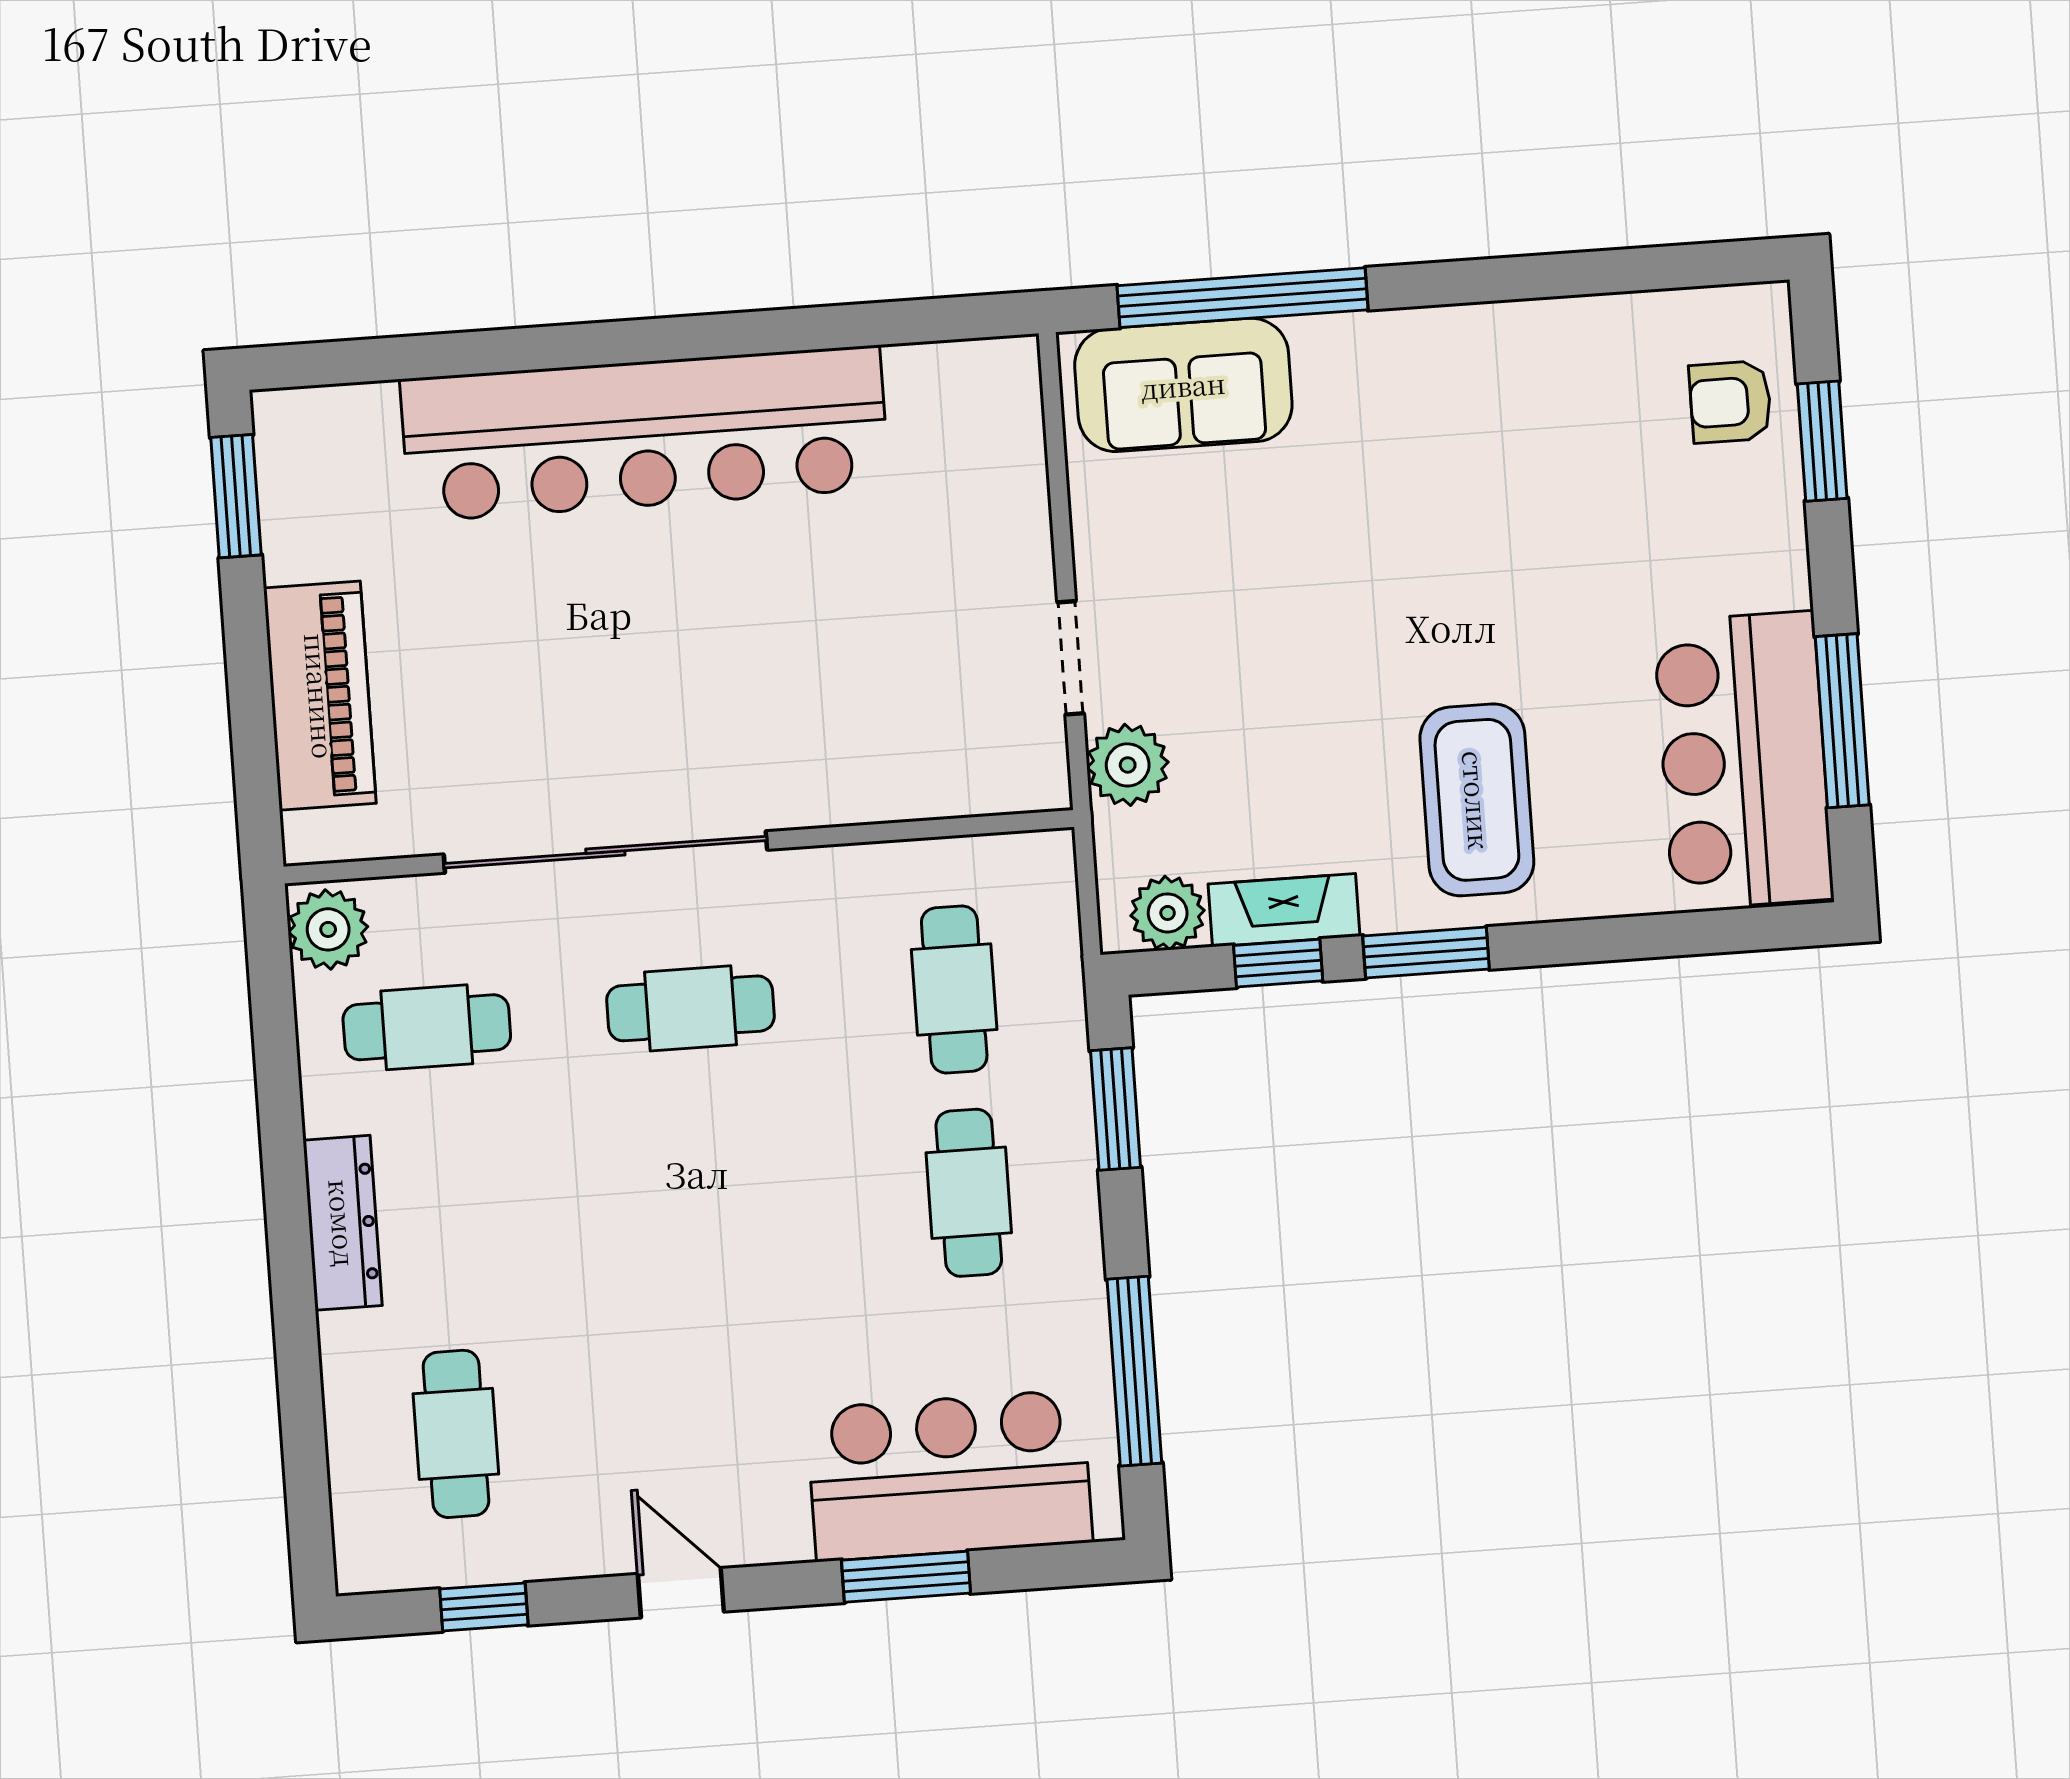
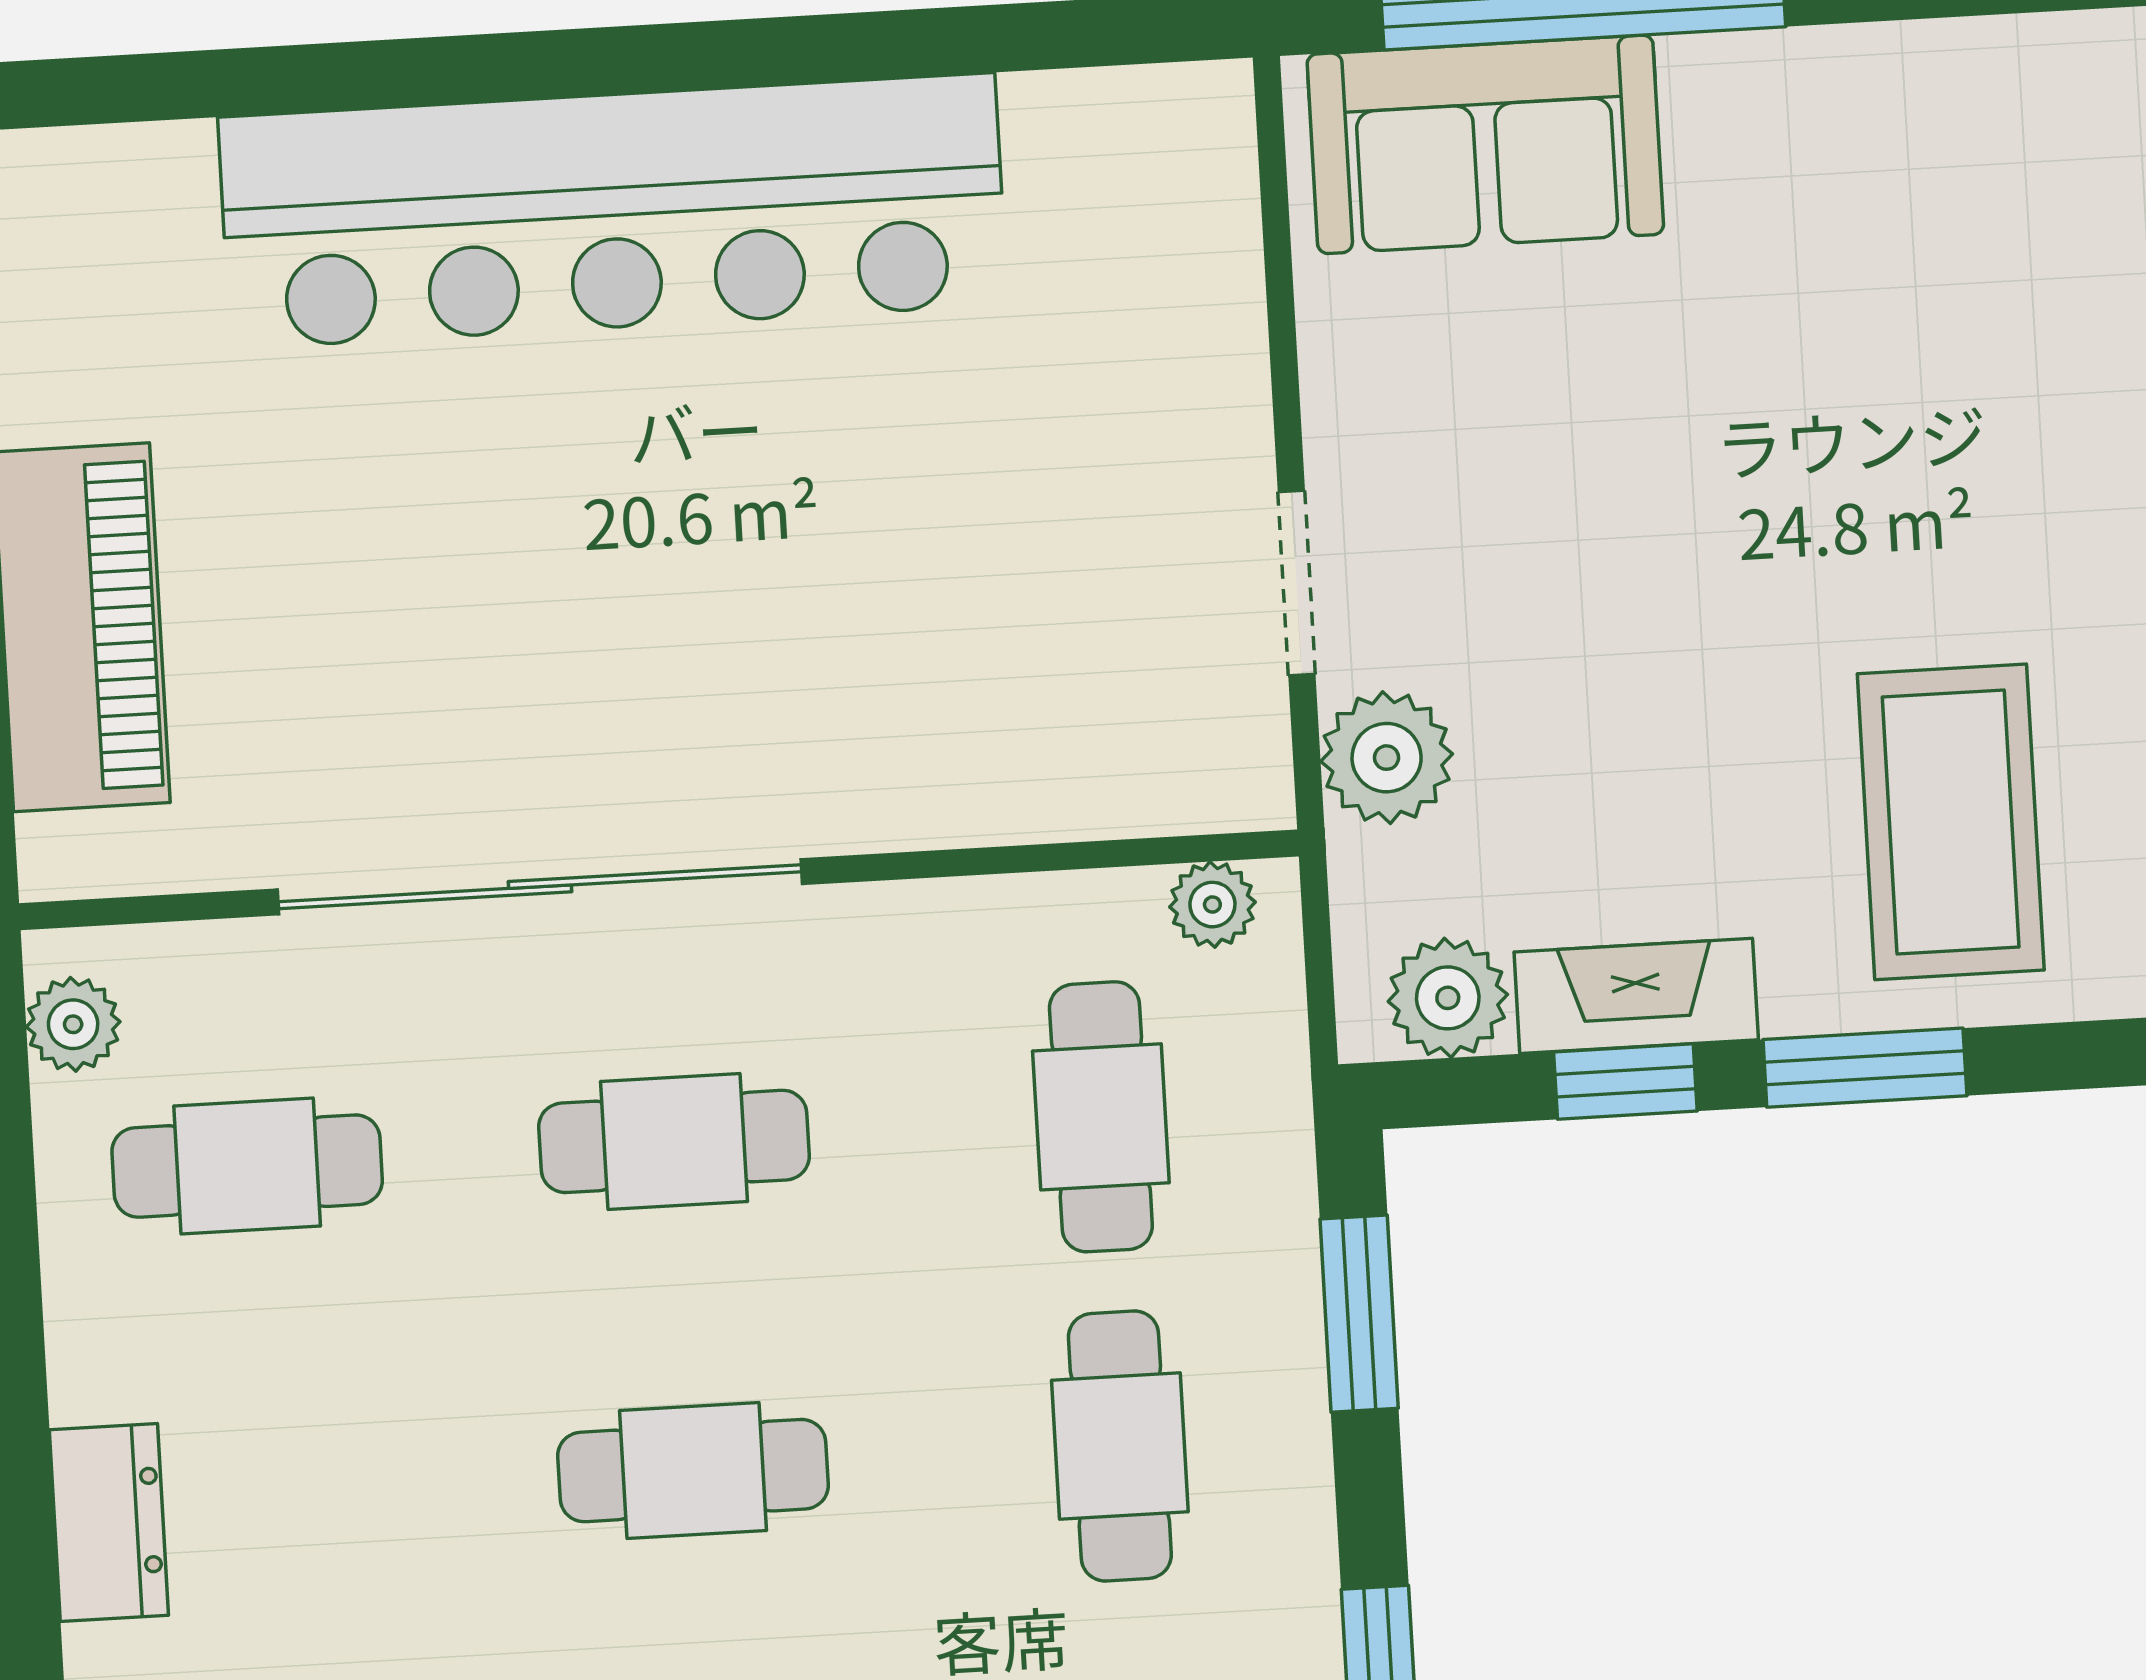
plant: (1021, 857) -> (1212, 905), added
plant: (328, 929) -> (73, 1024), width x0.73, depth x0.73
cafe table: (705, 1212) -> (693, 1471), added
dresser: (343, 1223) -> (109, 1522), width x0.70

